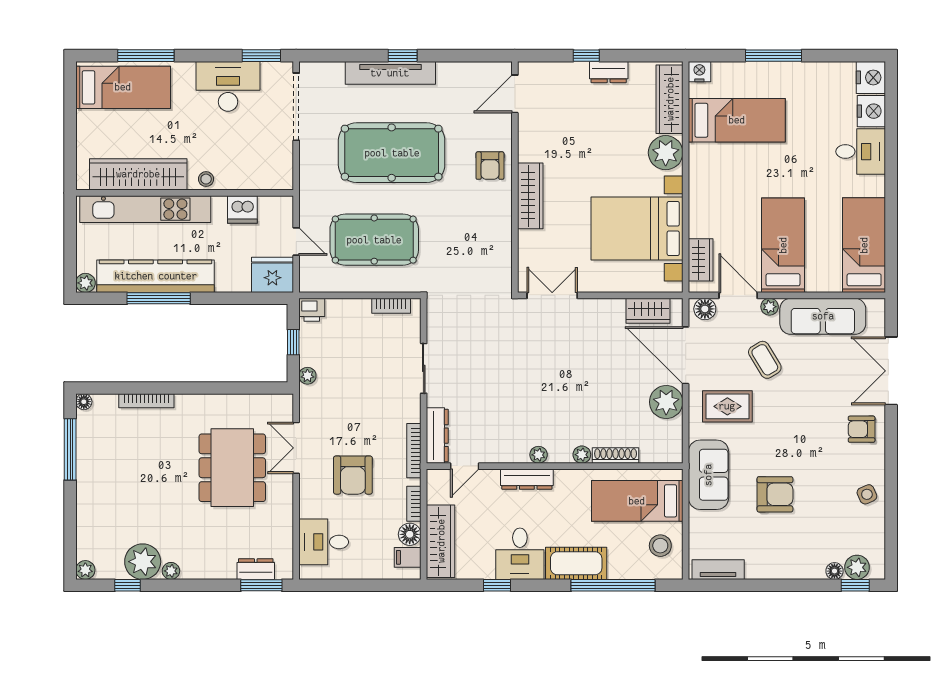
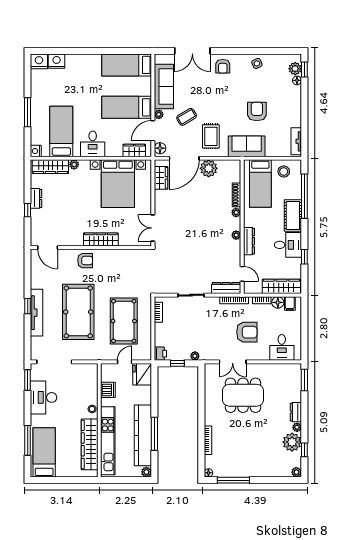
desk: (861, 152) -> (93, 144), moved, turned 180
plant: (666, 153) -> (74, 164), width x0.53, depth x0.53
dresser: (256, 569) -> (296, 412), moved

